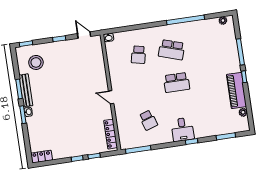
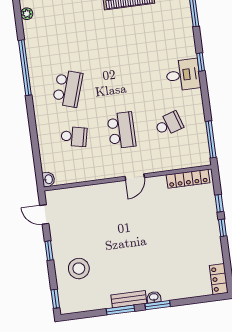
door: (84, 35) -> (44, 215), hinge flipped
stool: (36, 62) -> (79, 269), moved
school desk: (177, 82) -> (121, 130), moved
bench: (26, 90) -> (129, 299), width x0.73

